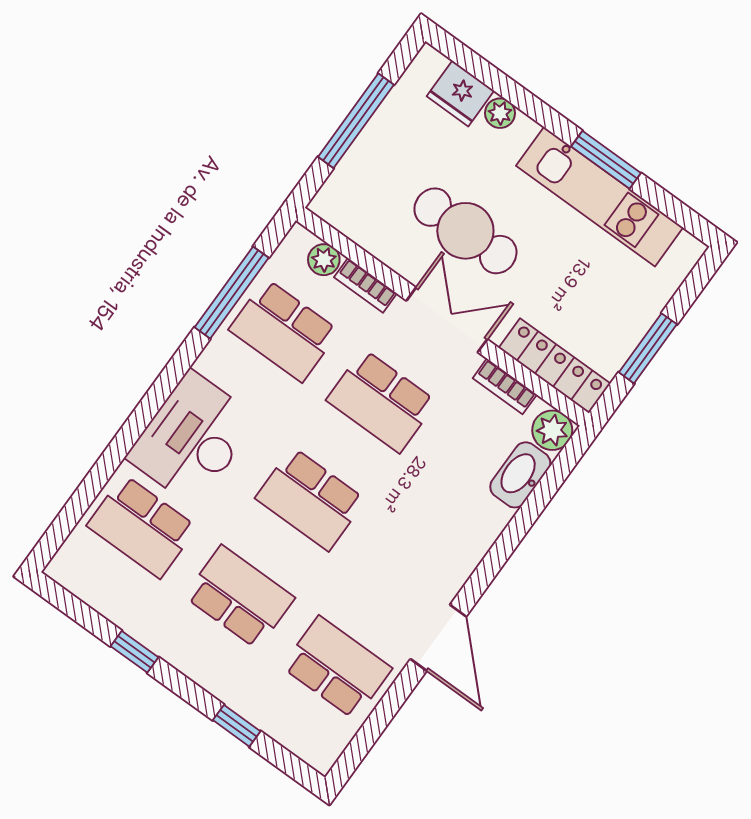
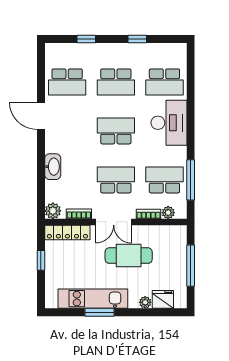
window: (648, 348) -> (41, 260), width x0.67
washbasin: (520, 475) -> (53, 167), moved
school desk: (142, 527) -> (164, 82), turned 180

